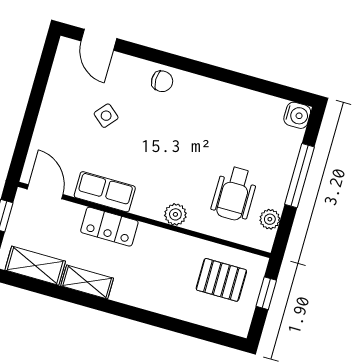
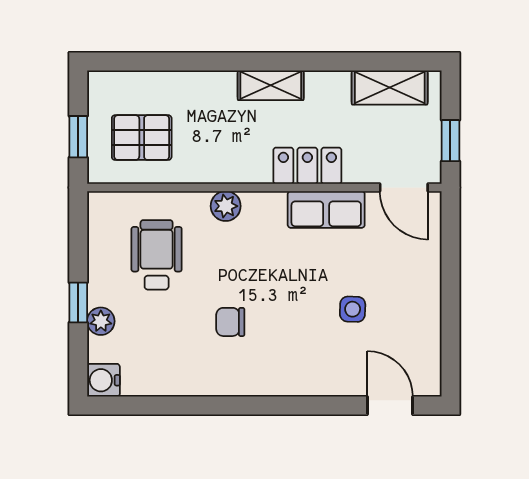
chair: (162, 81) -> (230, 322), moved
side table: (106, 116) -> (353, 309), turned -38
window: (300, 176) -> (78, 302), width x0.46
plant: (270, 219) -> (101, 321), moved
shelving: (87, 282) -> (271, 85), moved

